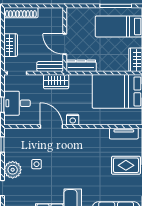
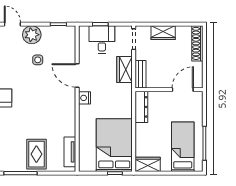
door: (65, 44) -> (183, 90), moved
wardrobe: (56, 82) -> (125, 70), moved
door: (51, 127) -> (77, 75), swing flipped

